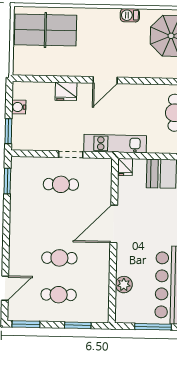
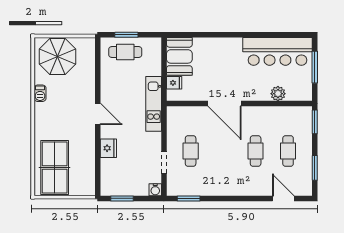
water cooler: (19, 107) -> (155, 190), moved
window: (8, 131) -> (122, 198), moved
doorway: (71, 154) -> (164, 162), moved
fridge: (125, 167) -> (174, 83), moved
window: (26, 324) -> (315, 168), moved
window: (78, 325) -> (315, 122), moved

